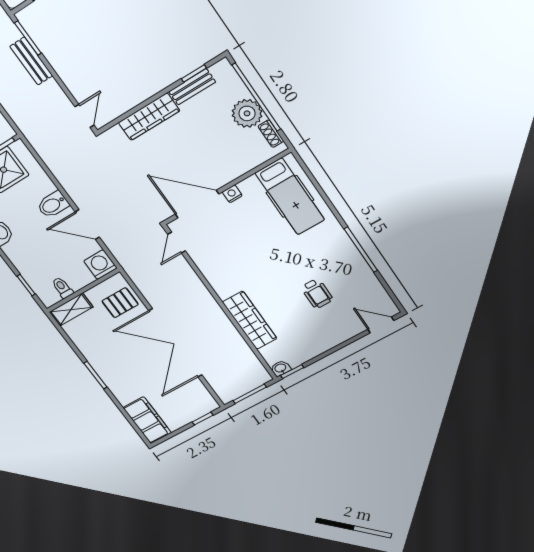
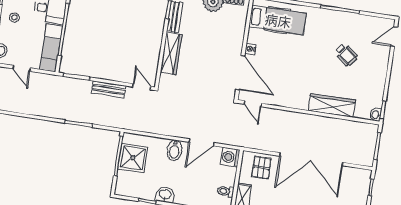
bench: (31, 61) -> (108, 89), moved
door: (197, 204) -> (240, 73), swing flipped
wheelchair: (317, 293) -> (346, 55), turned 37

